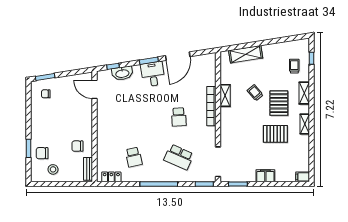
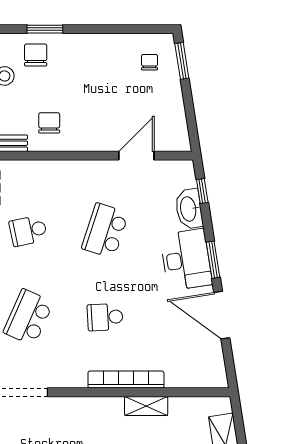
desk: (153, 74) -> (186, 260), width x1.37
door: (95, 89) -> (136, 156), moved
school desk: (134, 117) -> (105, 231), added

